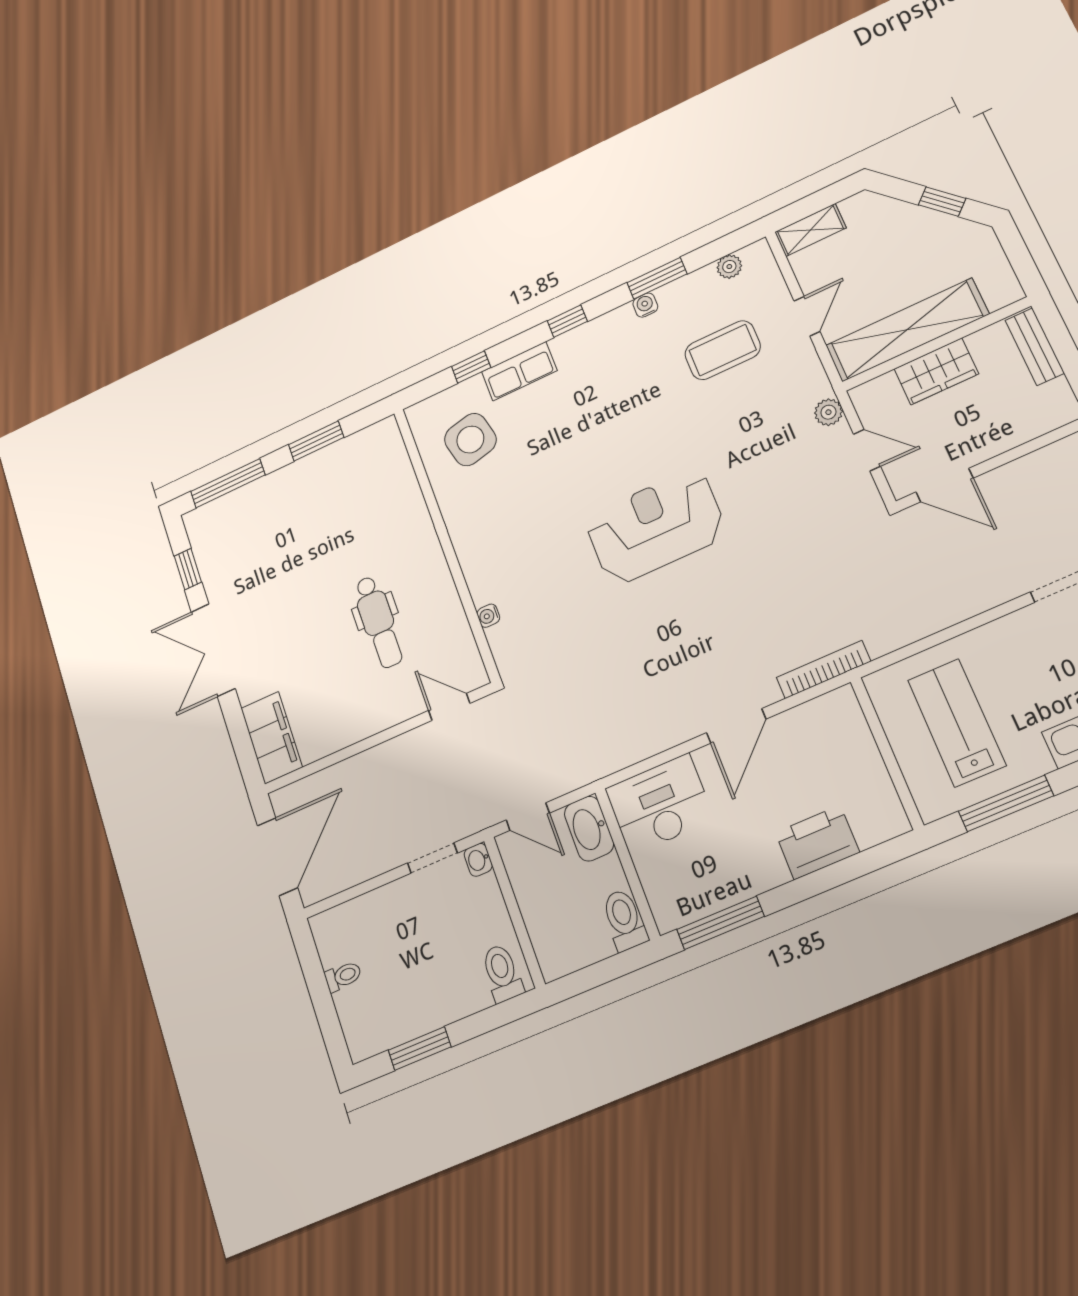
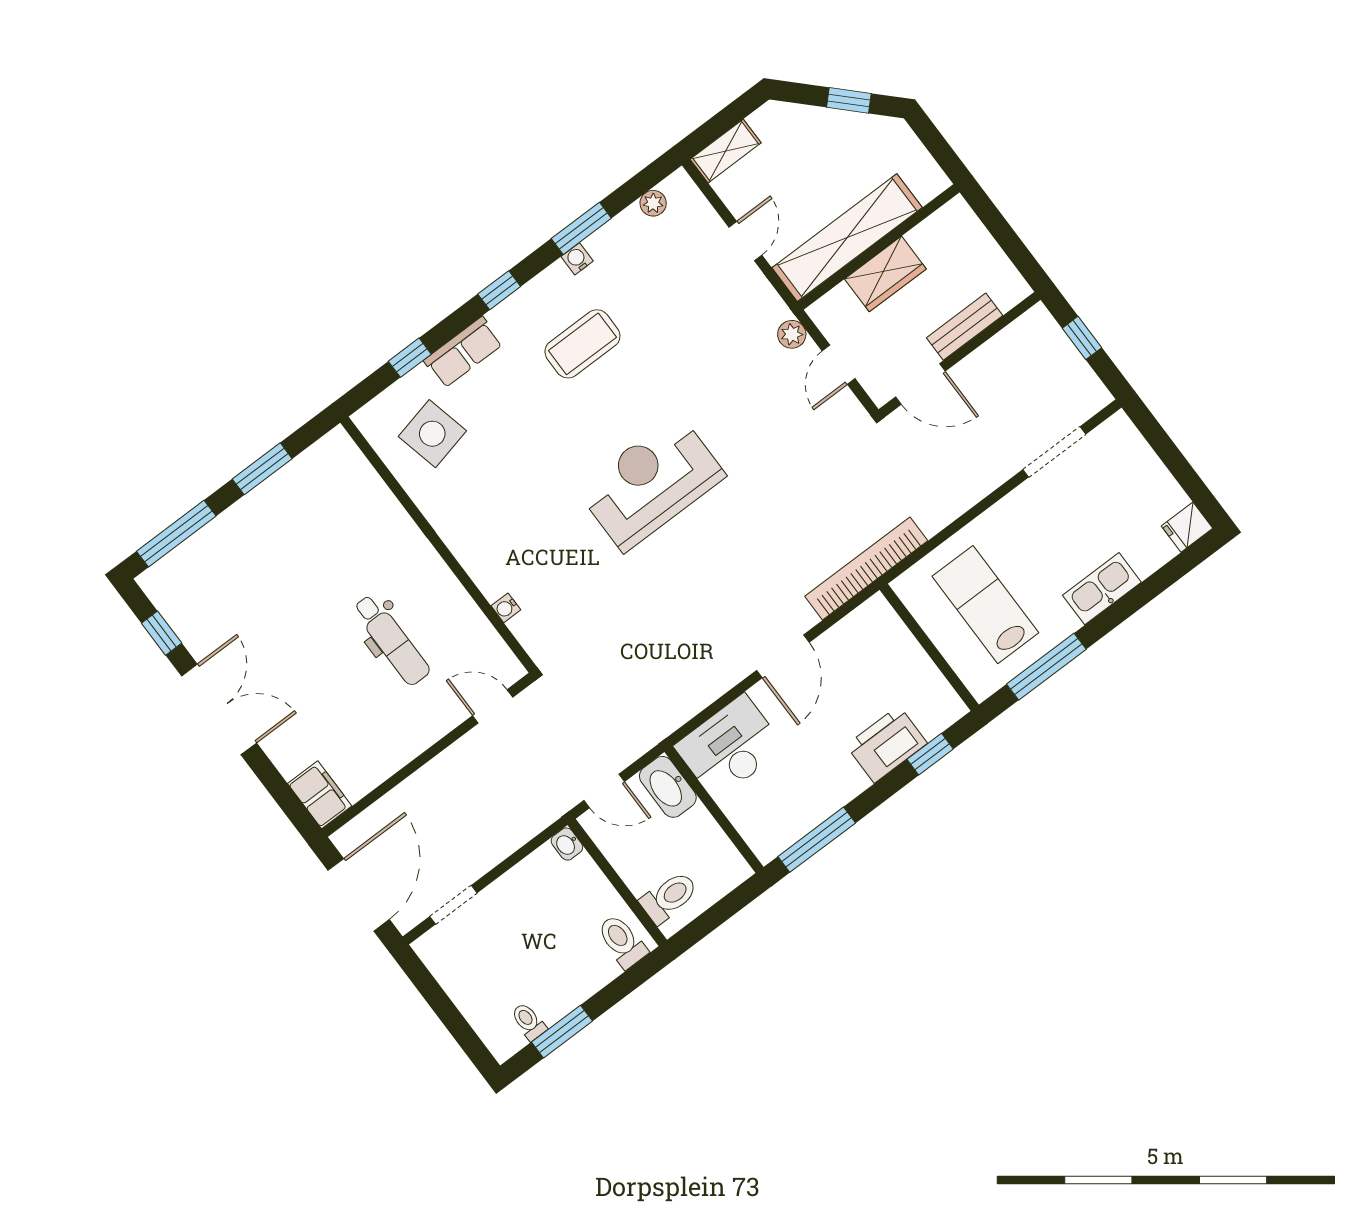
bench: (1035, 347) -> (965, 327), moved, turned 90
coffee table: (723, 350) -> (582, 344), moved
door: (867, 450) -> (839, 365), swing flipped
double door: (213, 650) -> (219, 709), swing flipped
bookcase: (823, 670) -> (866, 569), width x1.48, depth x1.31
filing cabinet: (272, 738) -> (320, 795), width x0.67, depth x0.86
doorway: (432, 858) -> (453, 905), moved
window: (860, 865) -> (930, 754), added
toilet: (624, 920) -> (669, 897), moved, turned 90
toilet: (343, 976) -> (529, 1021), moved, turned -90

